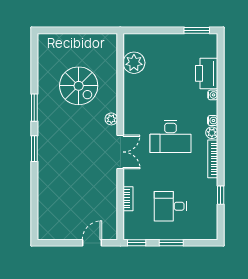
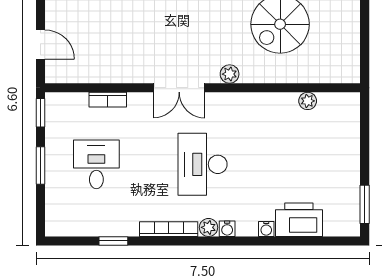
plant: (134, 63) -> (308, 101), width x0.53, depth x0.53

